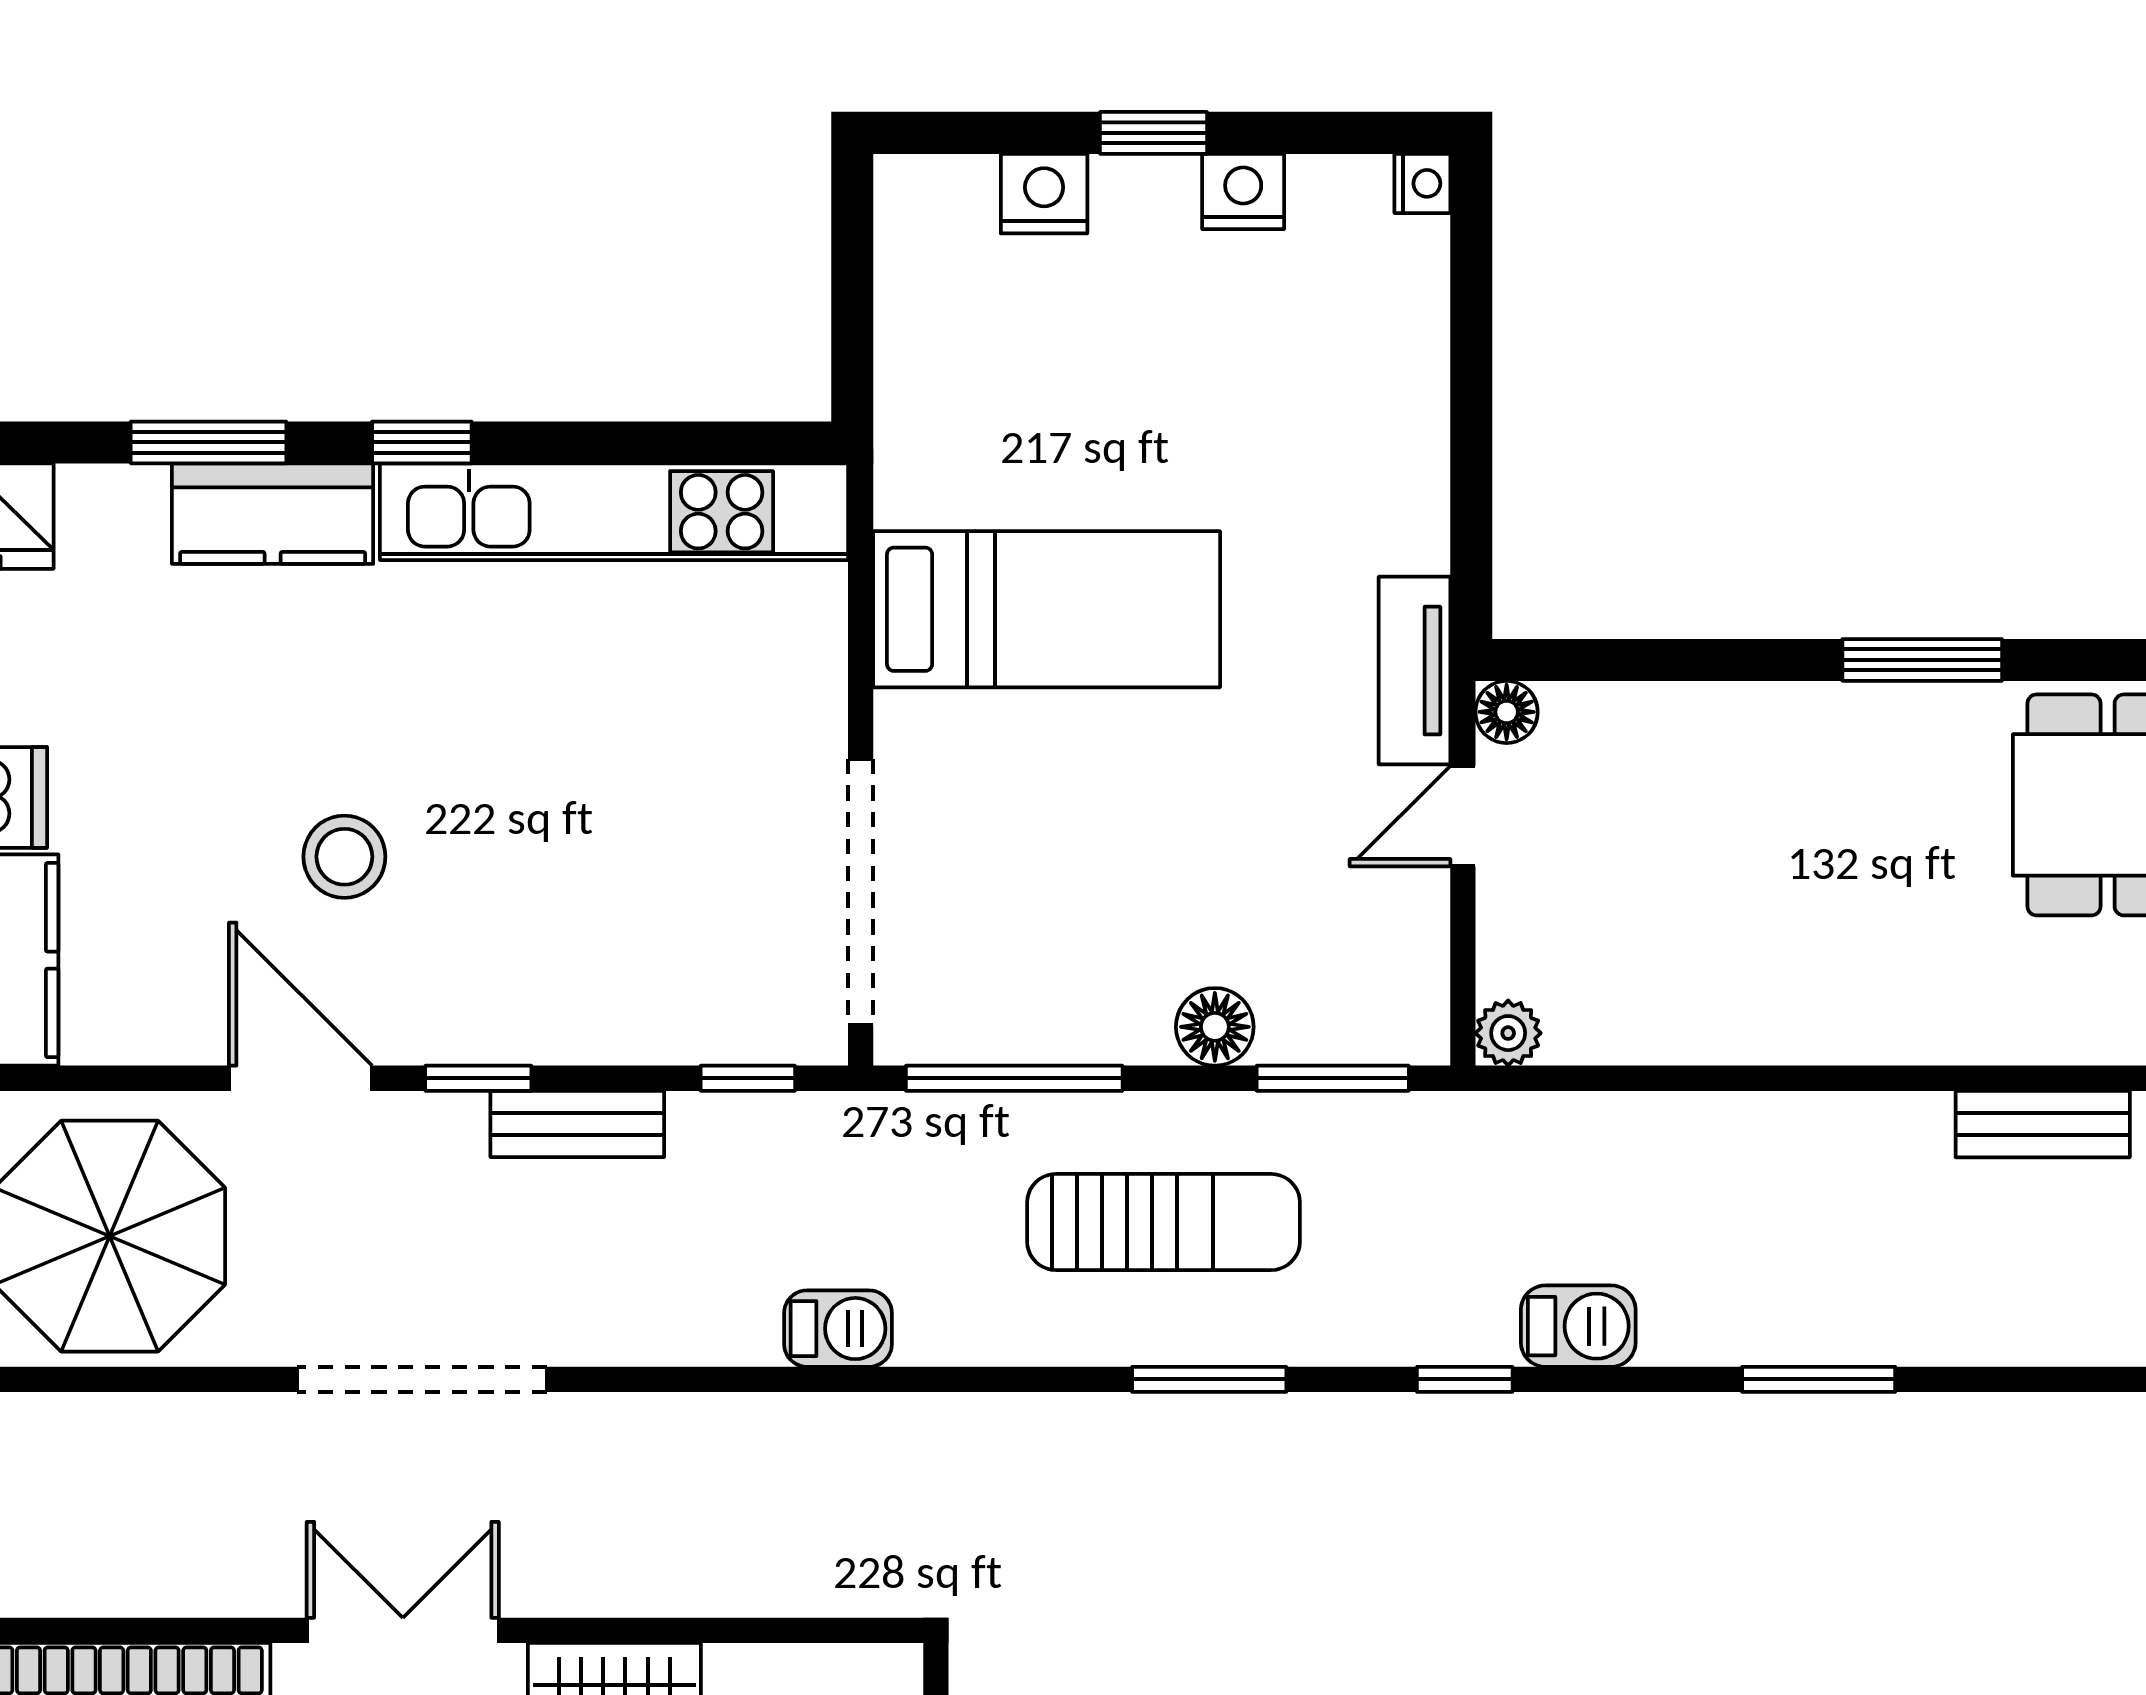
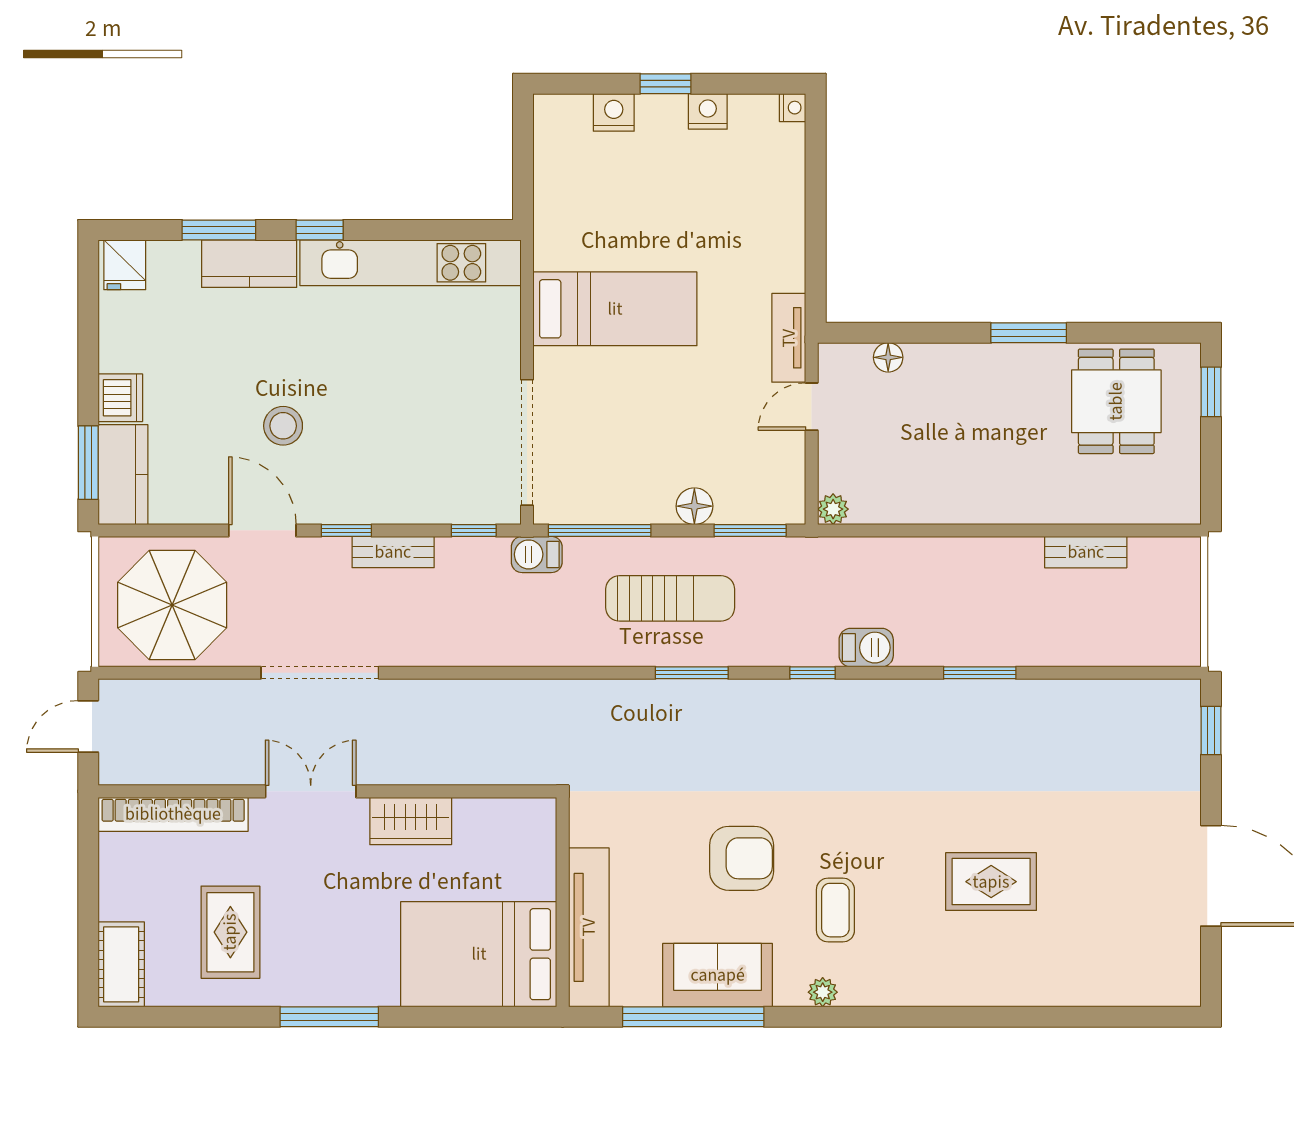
floor lamp: (1507, 712) -> (888, 357), moved
barbecue: (838, 1329) -> (537, 554), moved, turned 180

